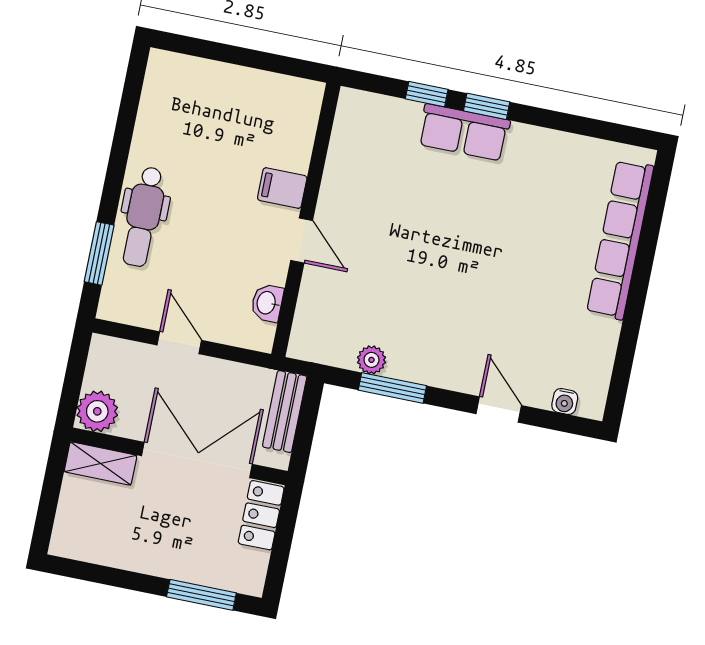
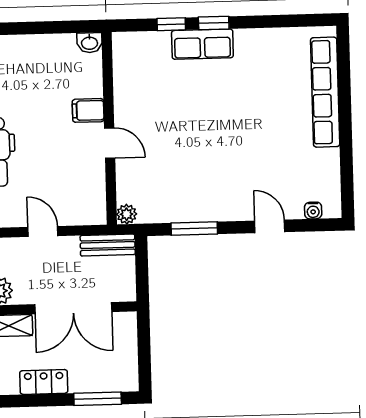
washbasin: (267, 303) -> (89, 43), moved, turned -90
plant: (371, 360) -> (127, 214), moved
bench: (285, 411) -> (108, 245), moved, turned 90
double door: (197, 460) -> (73, 308), swing flipped
locker: (261, 515) -> (44, 382), moved, turned 90

